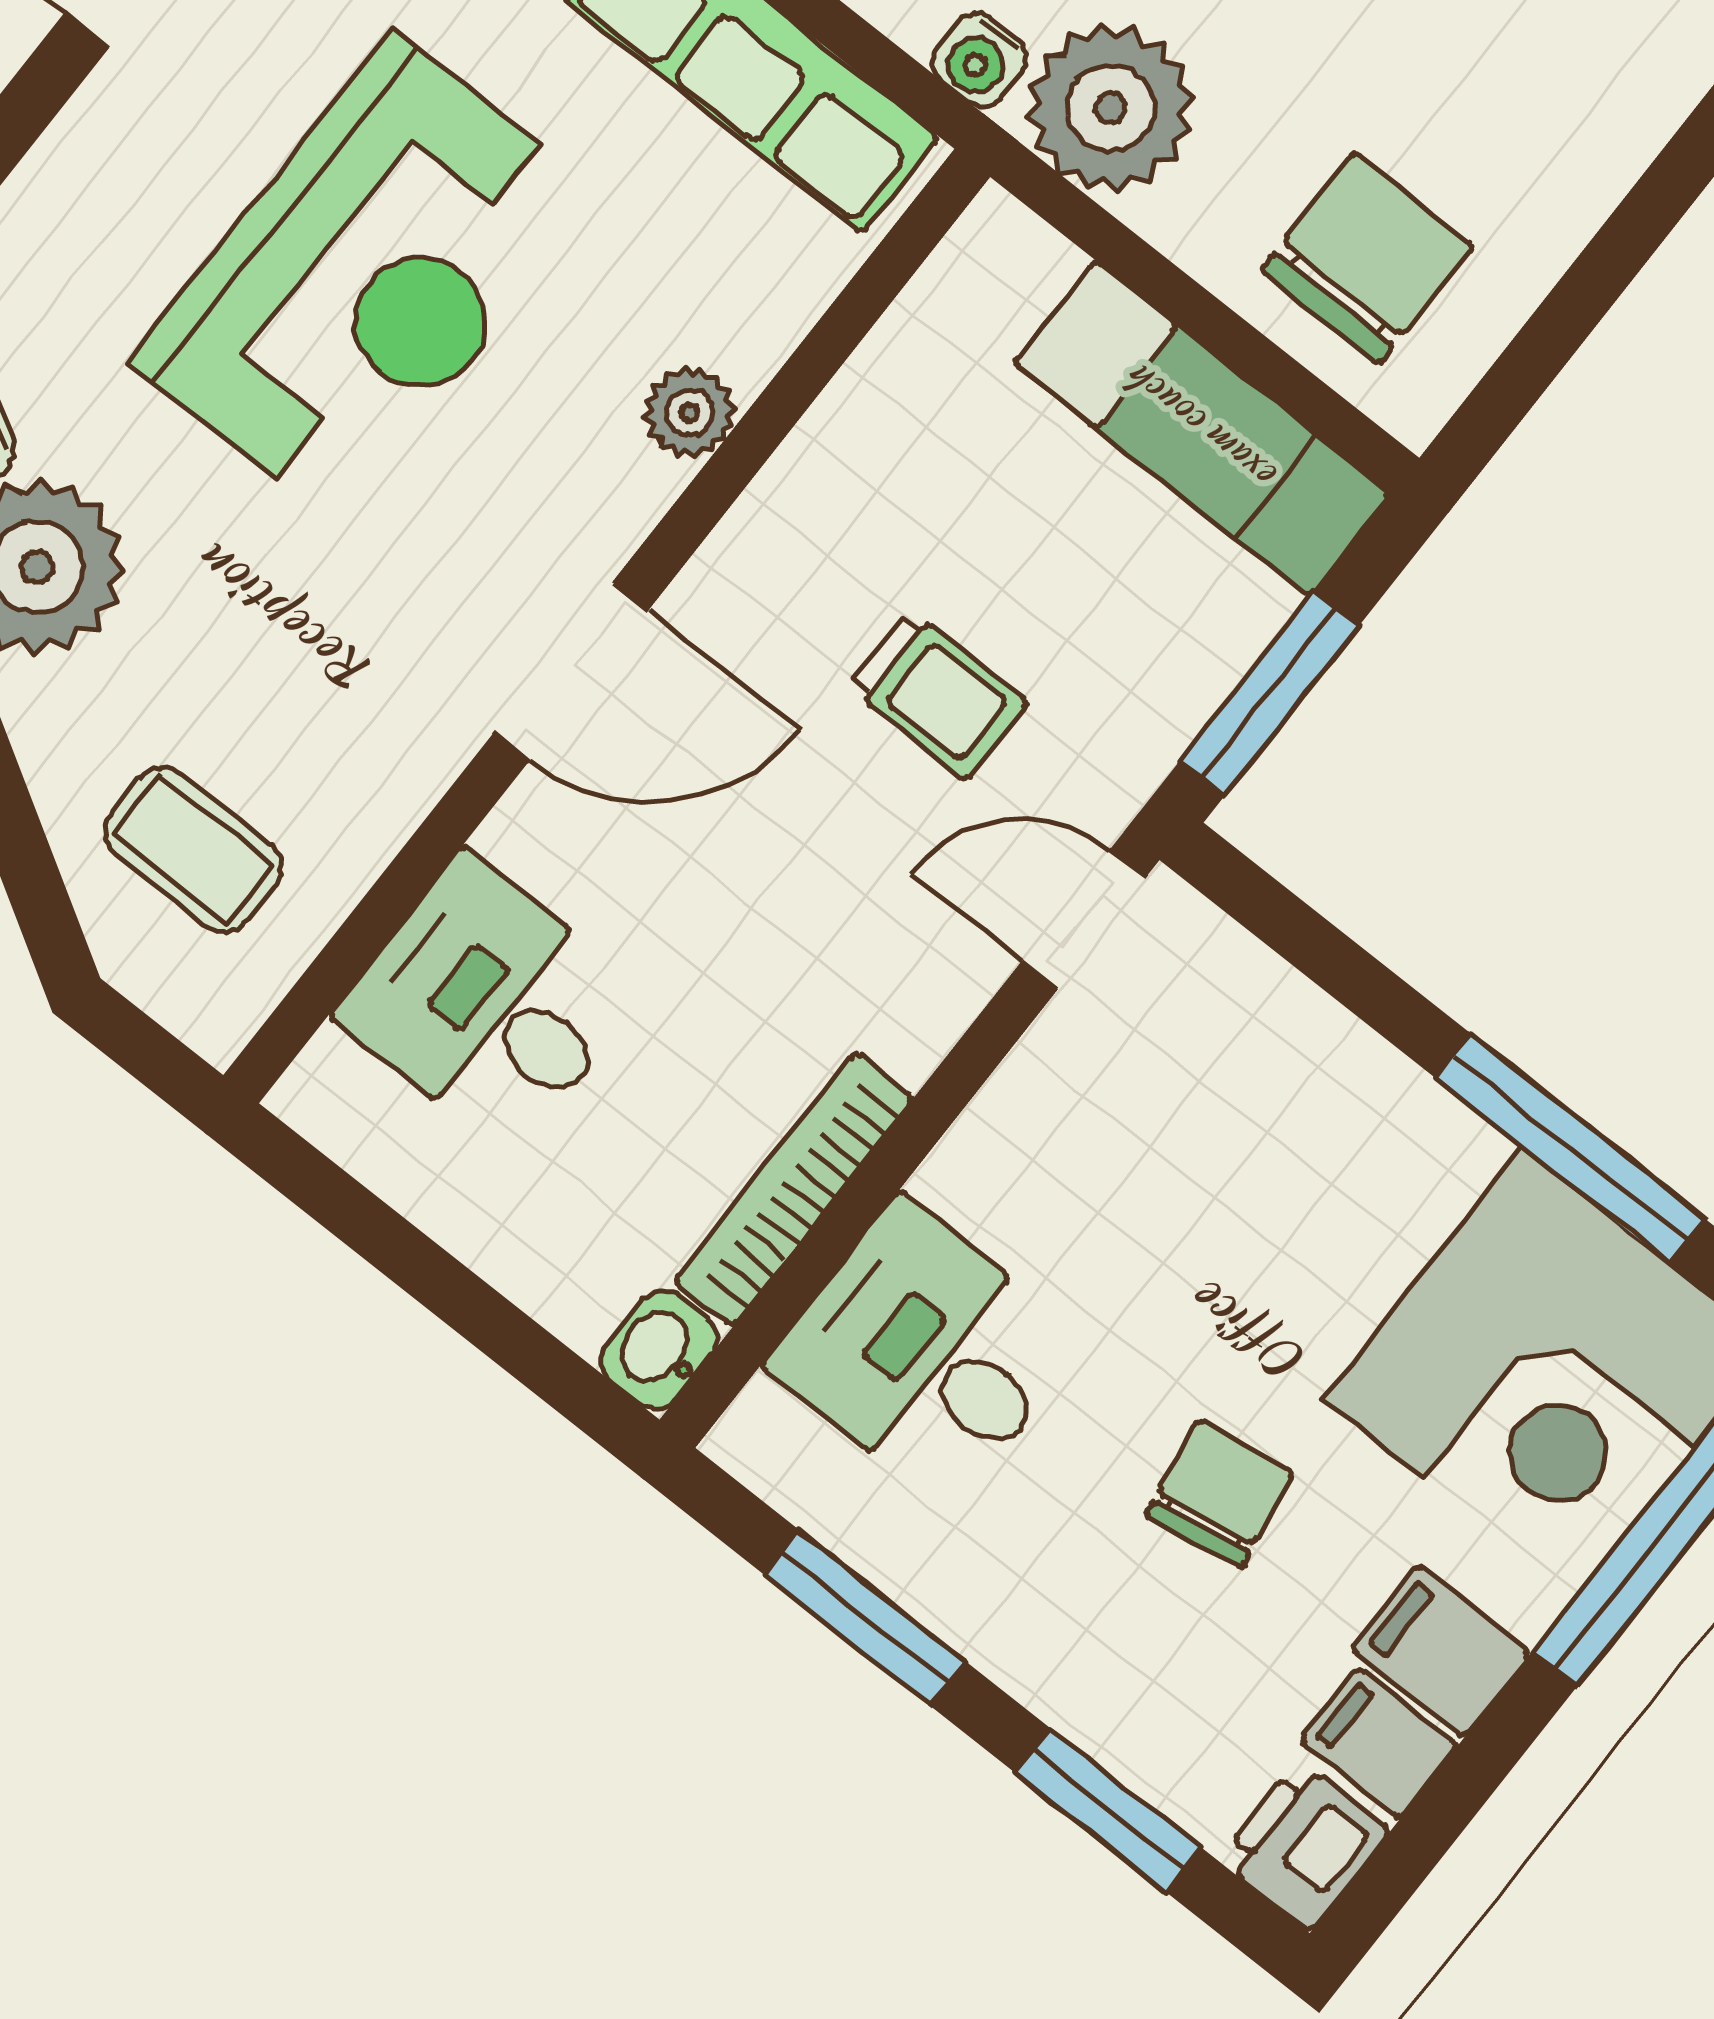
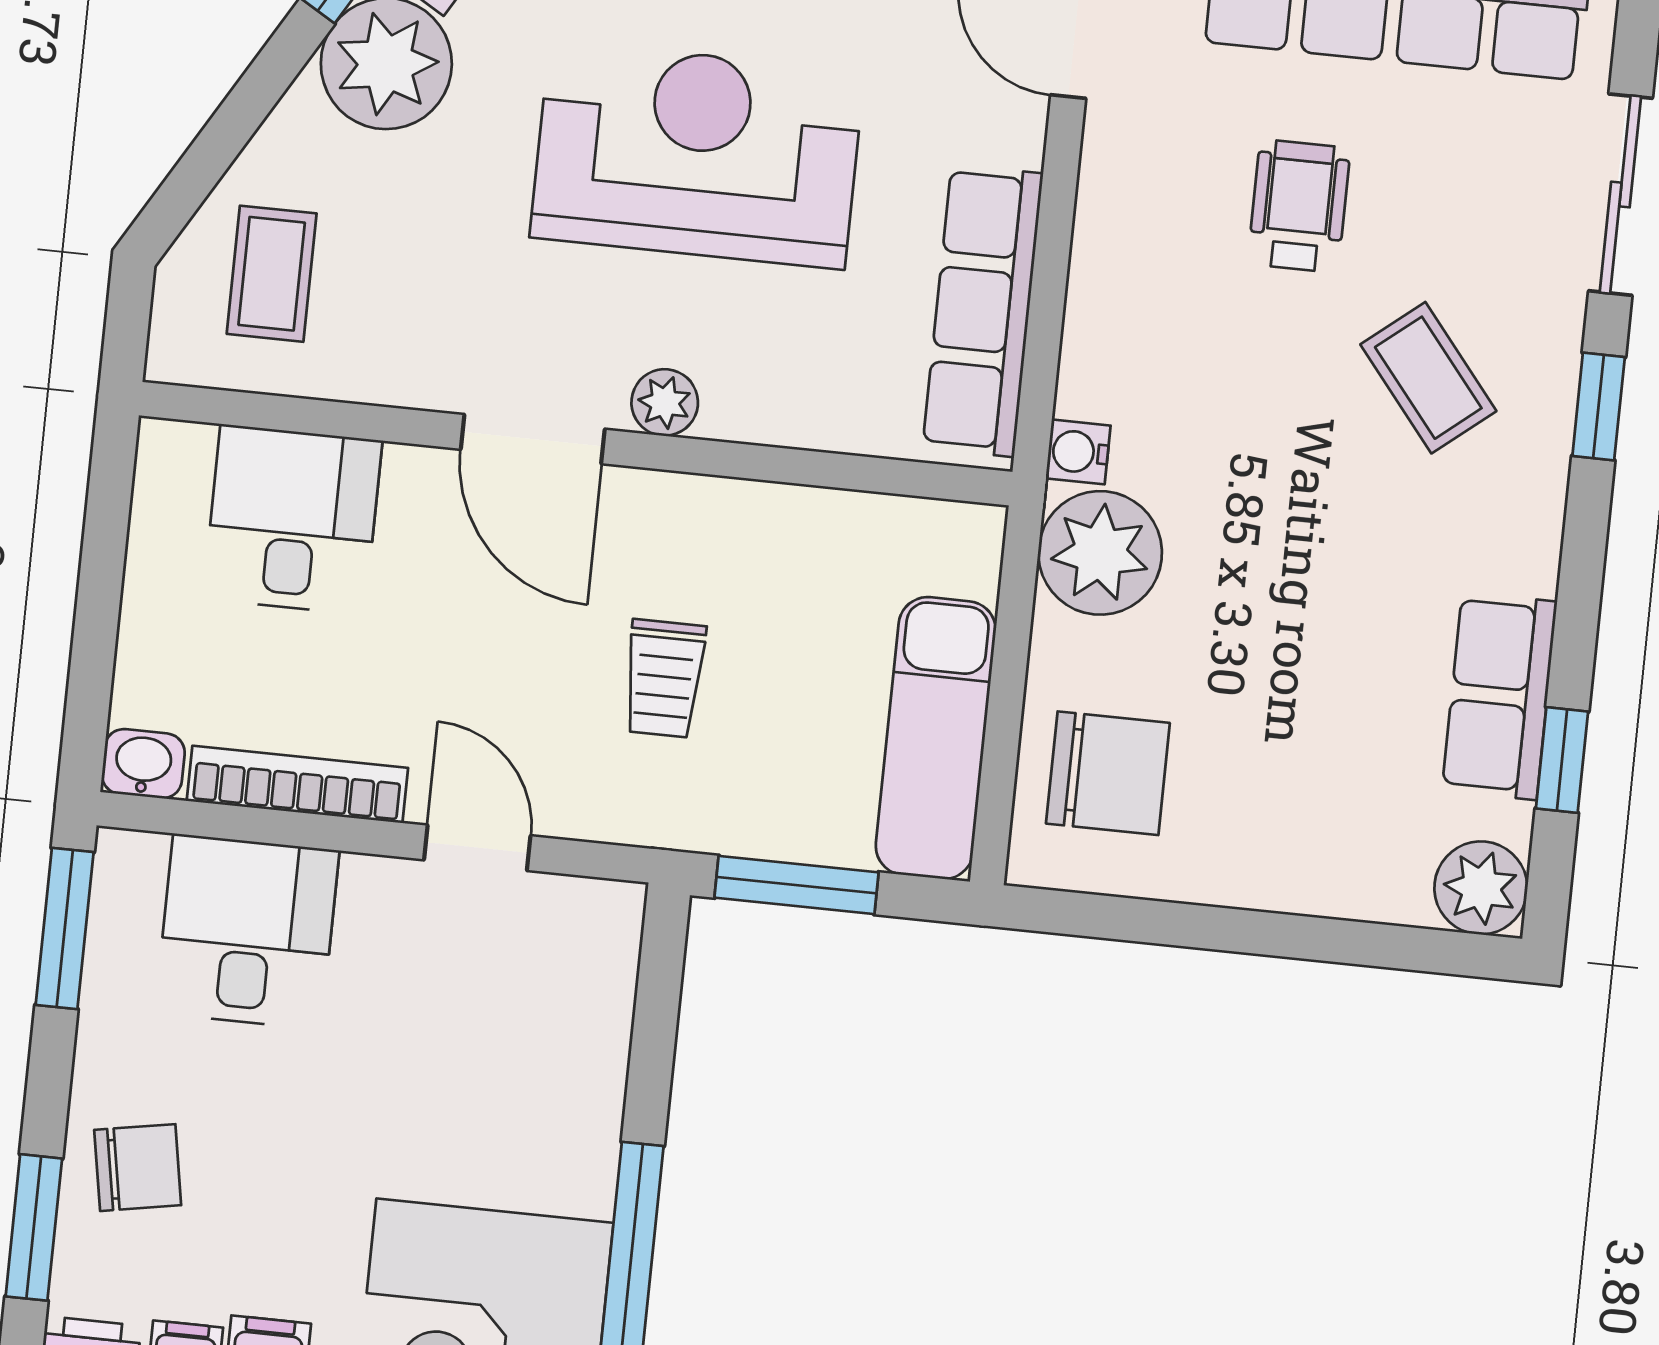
reception desk: (365, 279) -> (697, 155), turned 180
plant: (689, 413) -> (665, 402), moved
door: (1084, 920) -> (477, 848), moved
chair: (1219, 1494) -> (138, 1168), moved
window: (864, 1618) -> (65, 929), moved

